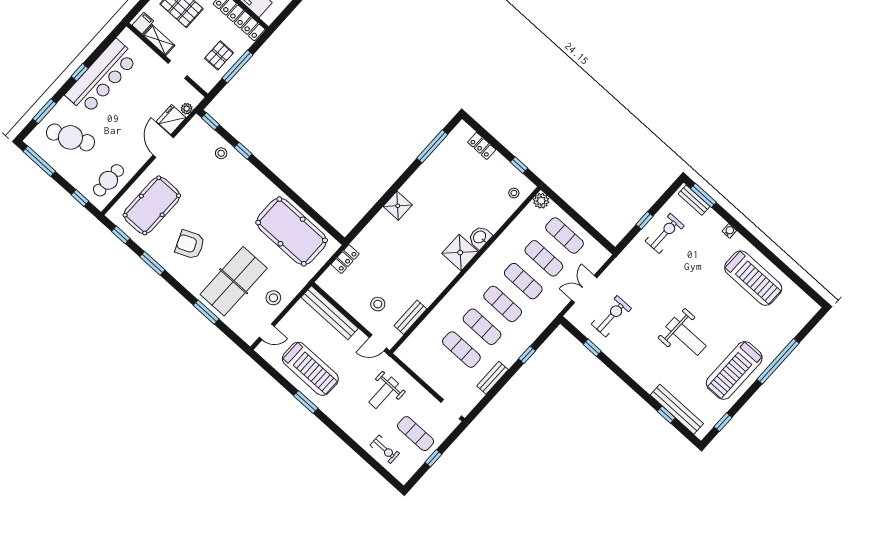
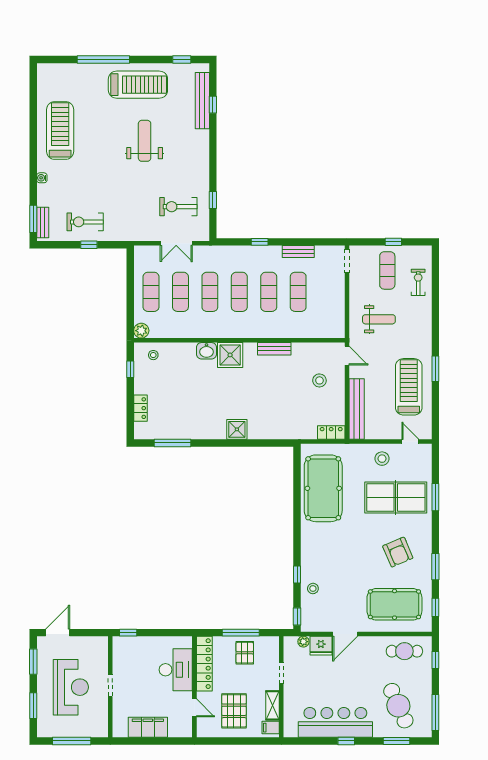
pallet: (219, 55) -> (245, 653), turned 90
locker: (345, 259) -> (331, 433), moved
bench: (410, 317) -> (274, 349), moved

